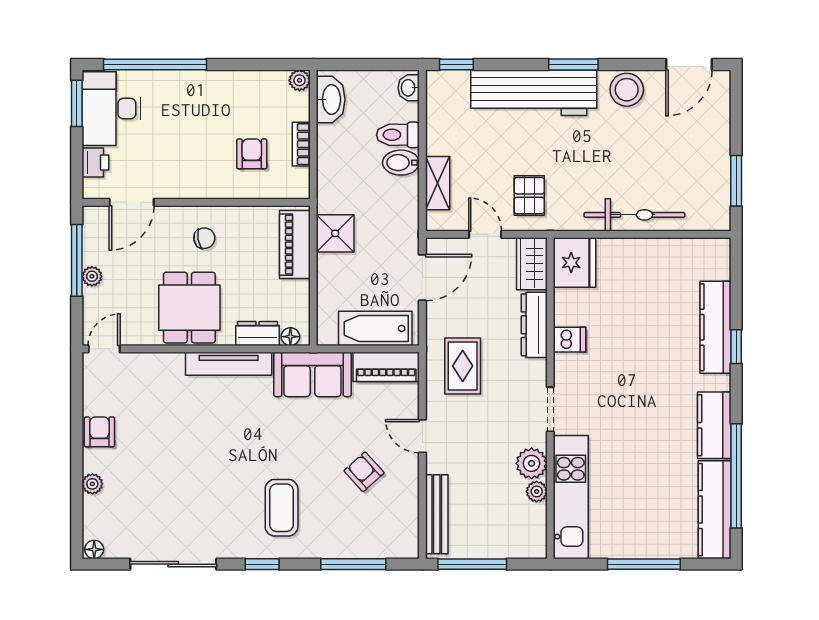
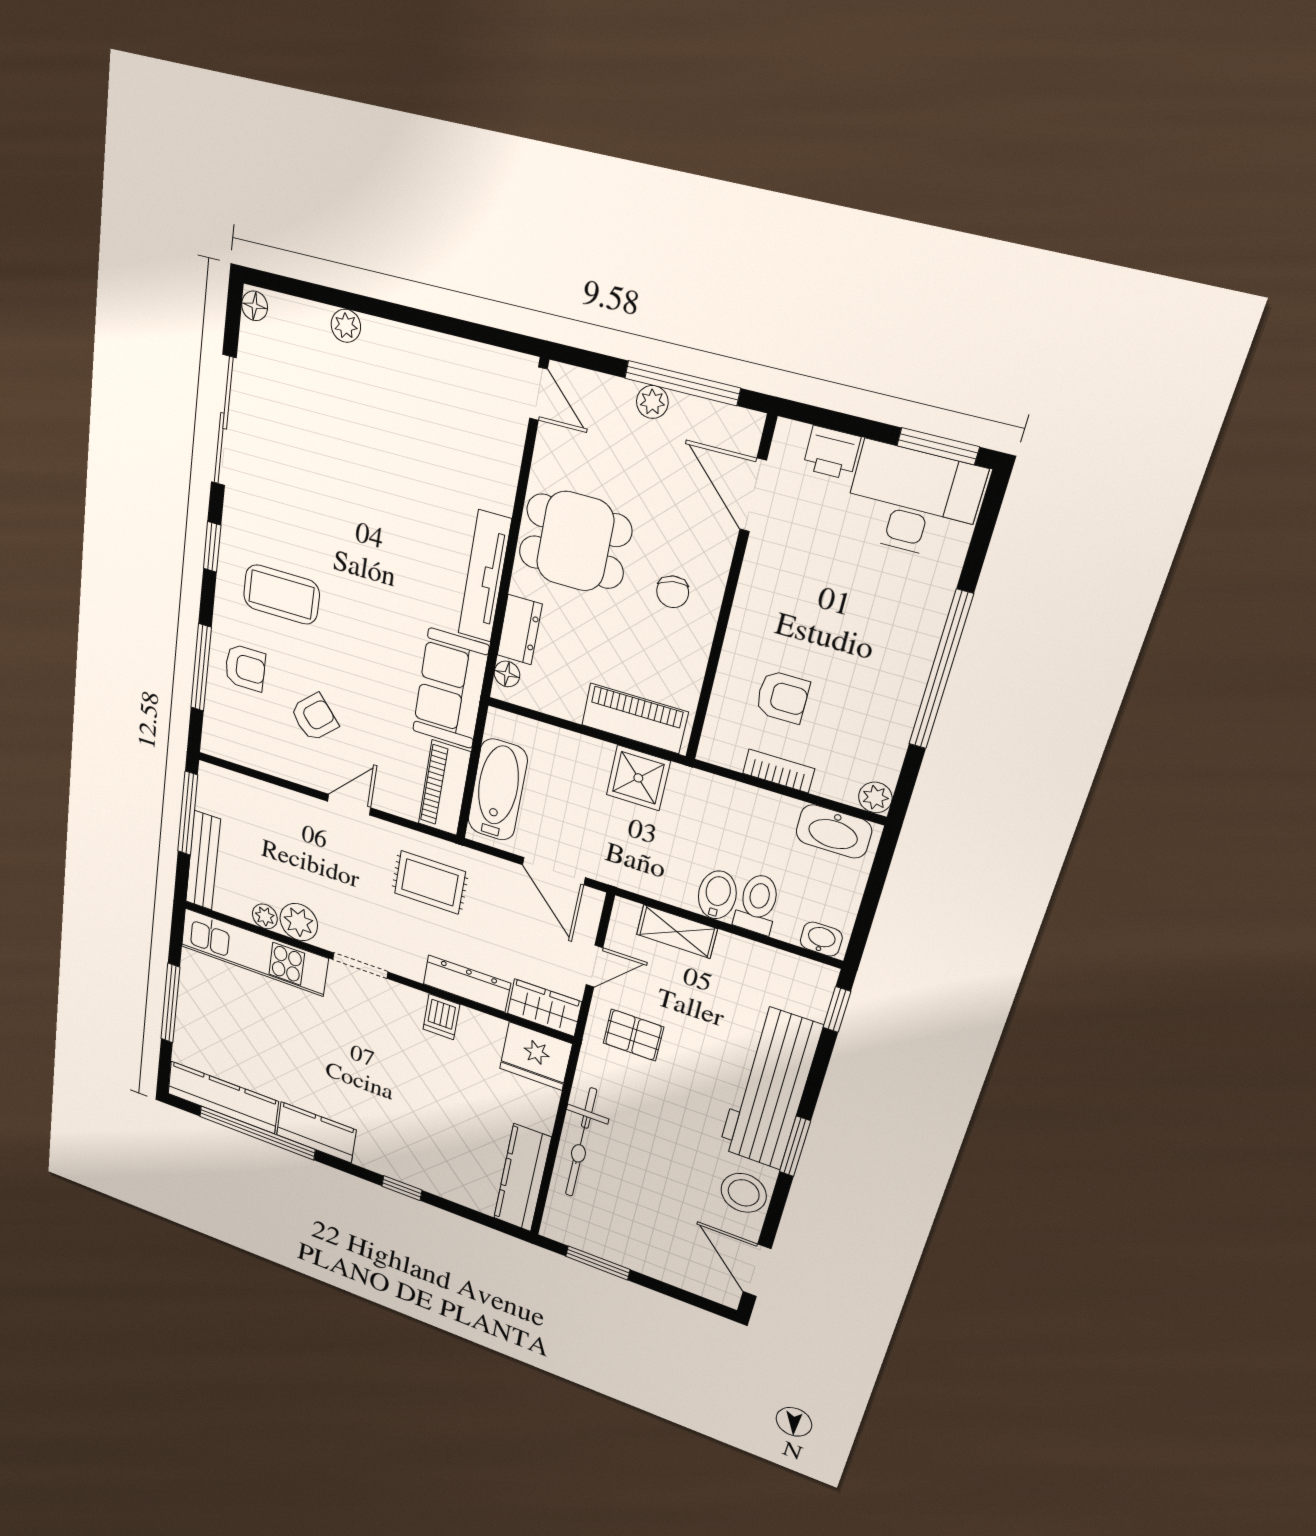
window: (155, 64) -> (941, 670), moved
kitchen counter: (715, 327) -> (522, 1178), moved, turned -90
armchair: (99, 432) -> (245, 668), moved
bench: (437, 514) -> (203, 861), moved, turned 90

